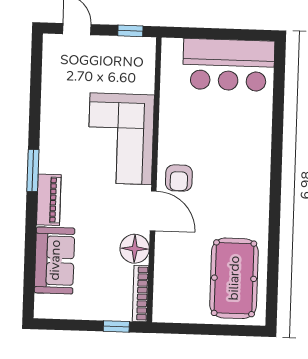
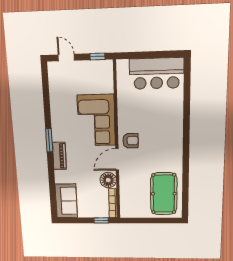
armchair: (179, 178) -> (131, 141), turned -90
door: (153, 211) -> (117, 159), swing flipped
sofa: (55, 260) -> (66, 201), moved

